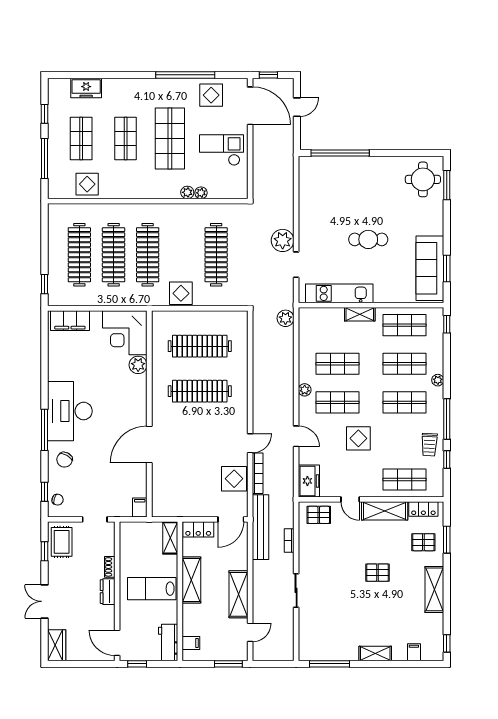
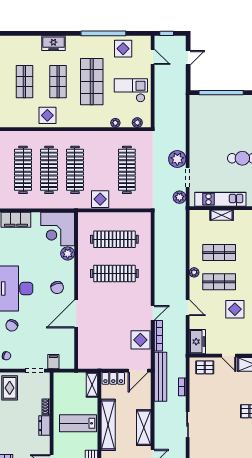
freezer: (86, 88) -> (53, 43), moved
door: (250, 106) -> (153, 57), width x0.53
display table: (87, 184) -> (47, 115), moved
plant: (187, 192) -> (137, 123), moved
shelving: (360, 314) -> (222, 215), moved
plant: (285, 318) -> (180, 197), moved
chair: (124, 410) -> (57, 288), added
filing cabinet: (140, 507) -> (53, 362), moved
shelving: (191, 580) -> (108, 425), width x1.47

